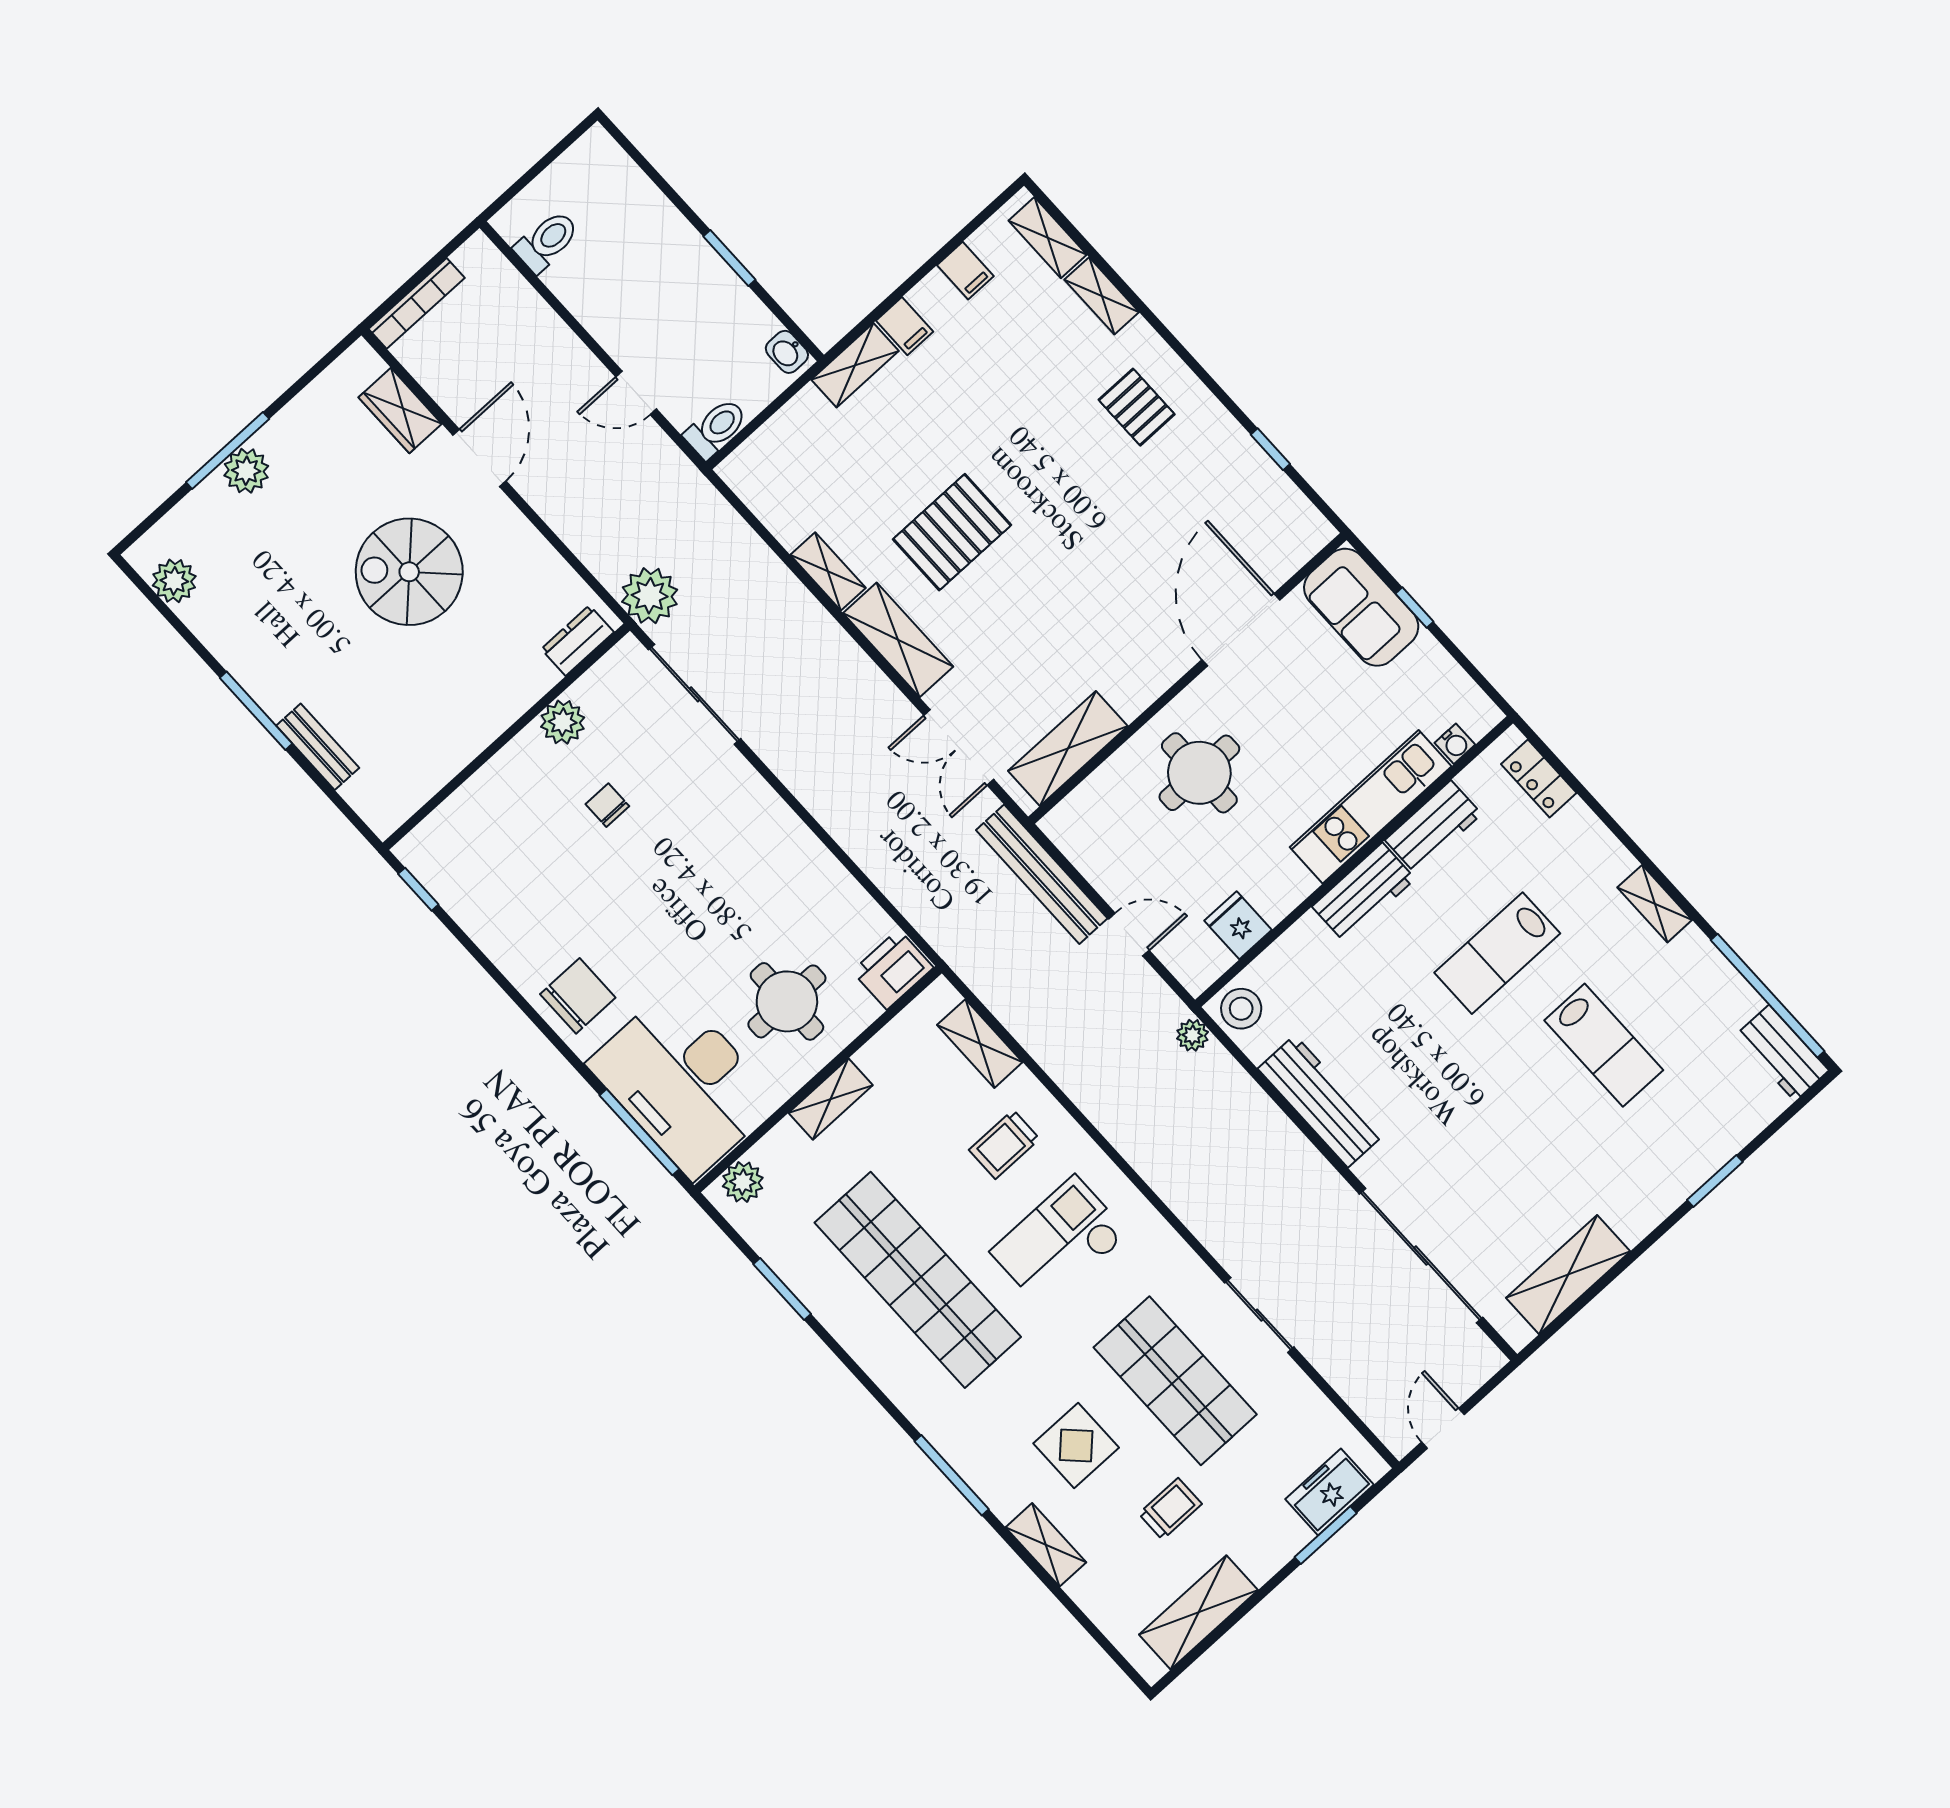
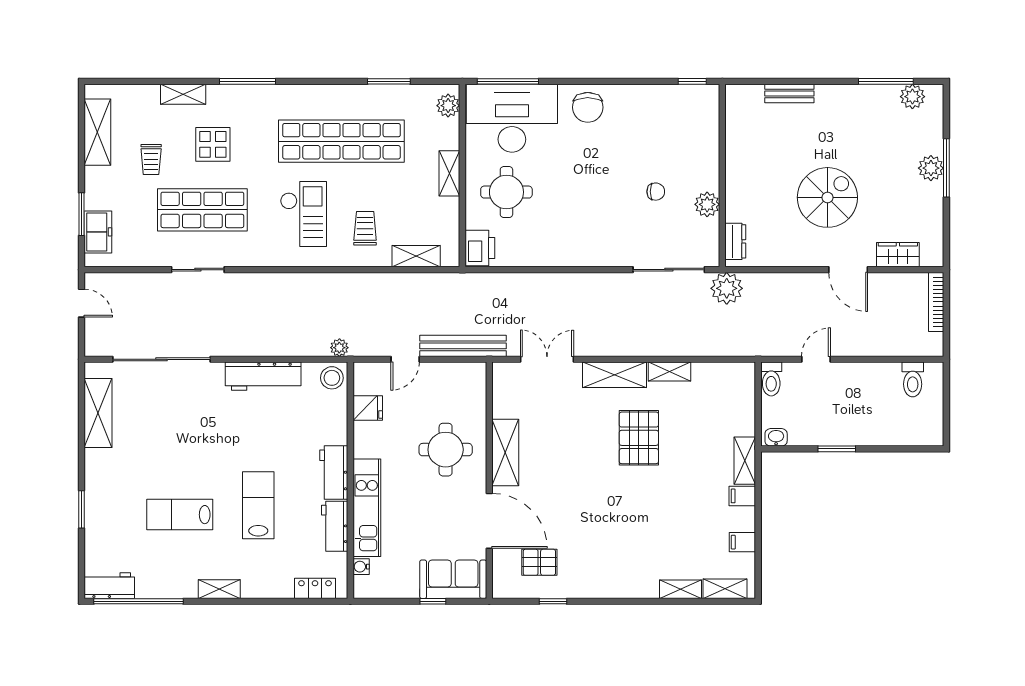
pallet: (1137, 407) -> (539, 562), moved
window: (256, 711) -> (886, 81), moved
shelving: (1068, 749) -> (505, 452), moved

